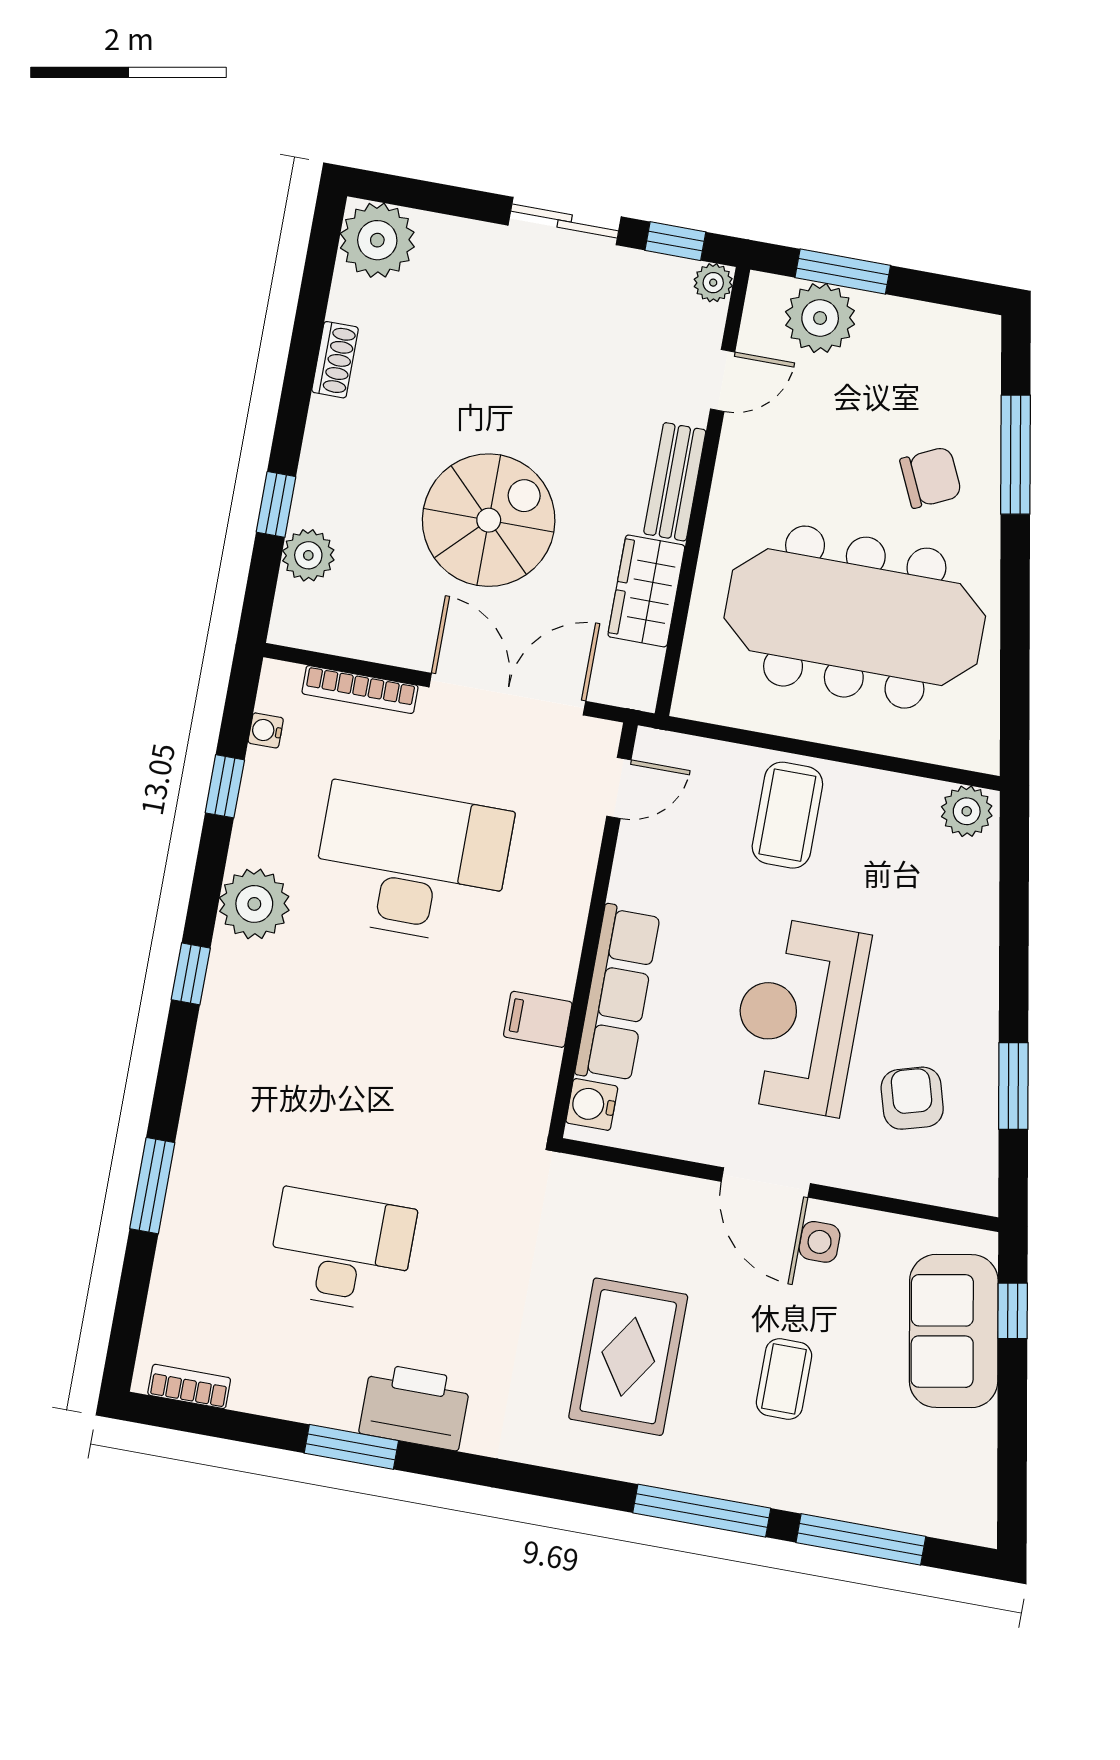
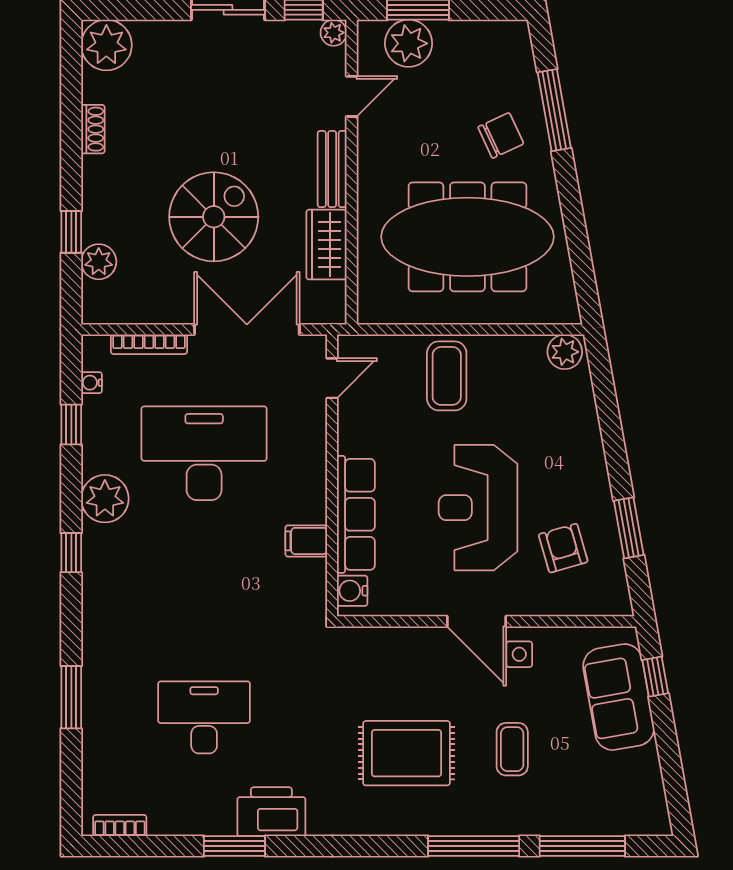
rug: (628, 1357) -> (407, 753), turned 90

